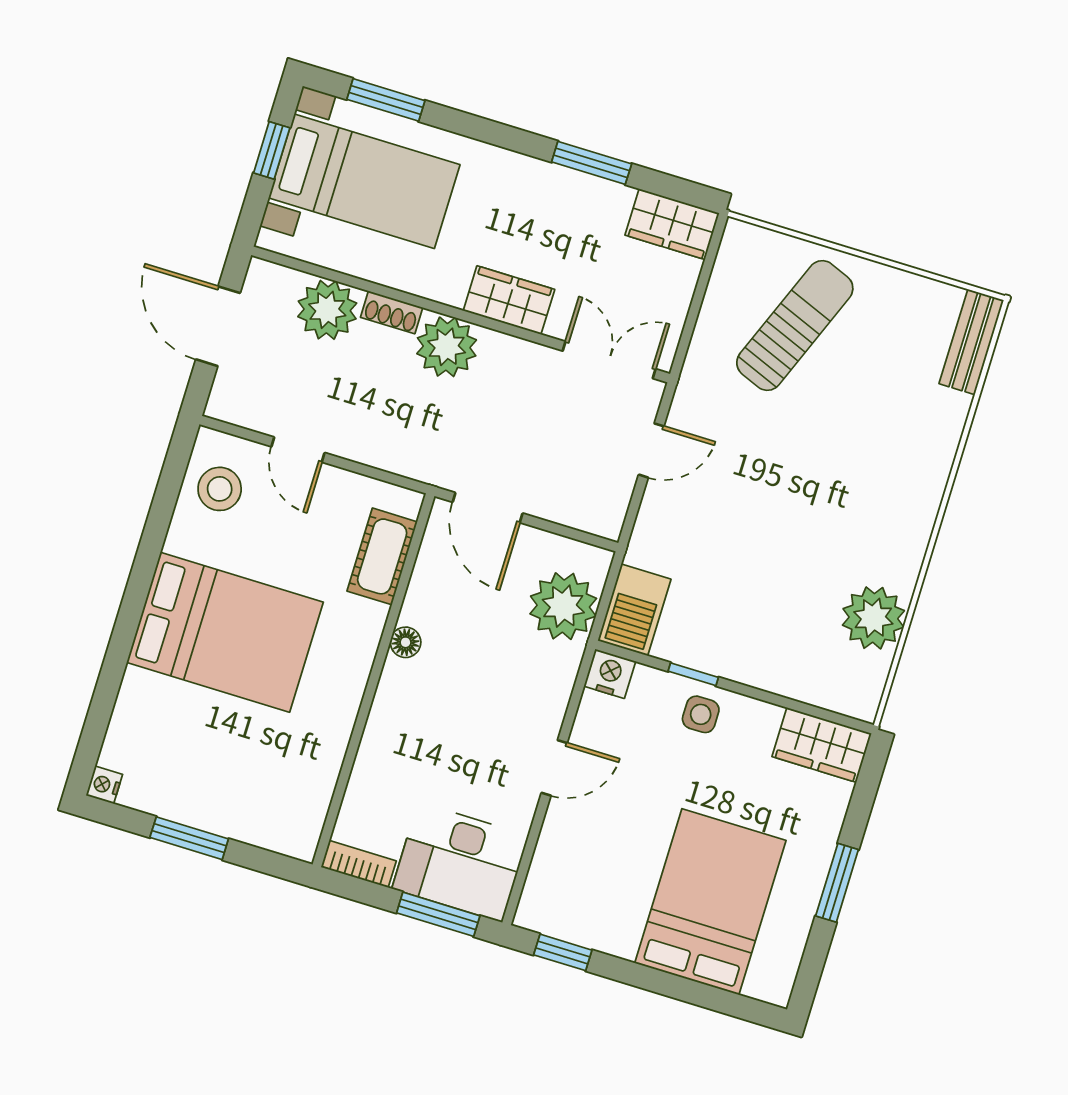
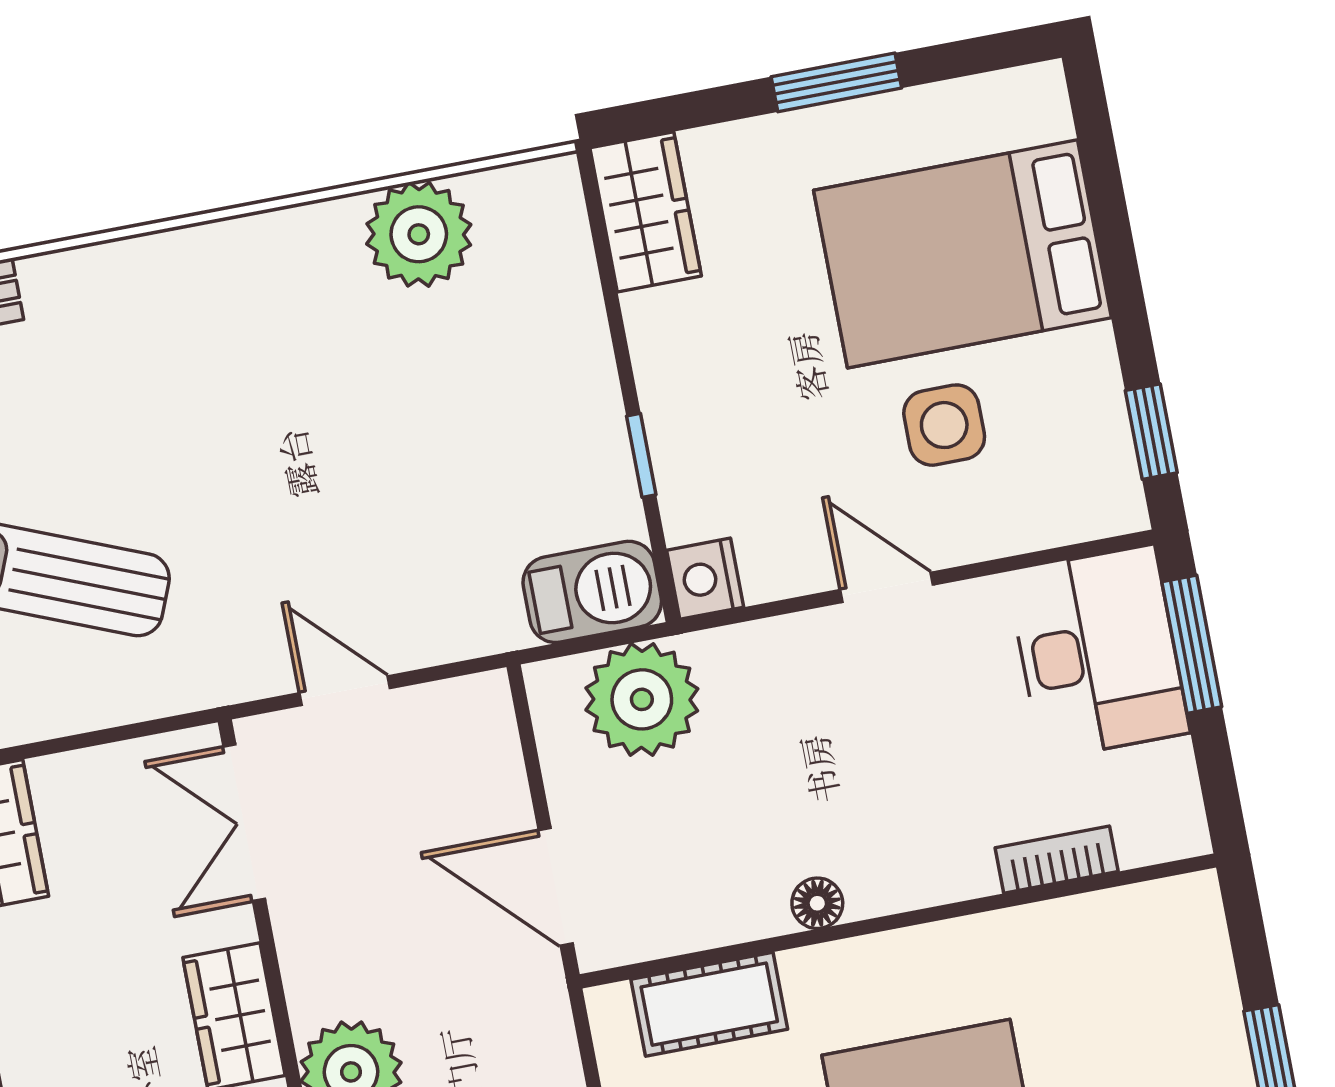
door: (488, 508) -> (556, 887), swing flipped
side table: (701, 714) -> (944, 425), moved, width x1.37, depth x1.37
bookcase: (359, 864) -> (1057, 860), moved, turned 90

